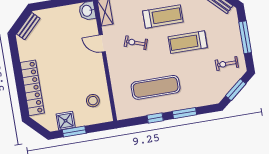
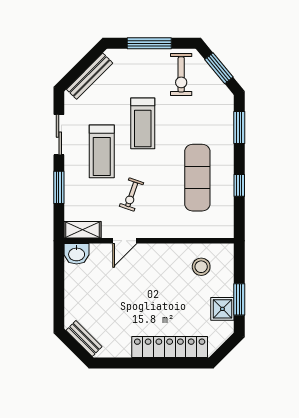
treadmill: (163, 16) -> (102, 151), turned 180
exercise bike: (227, 64) -> (181, 74), width x1.38, depth x1.39
window: (185, 113) -> (239, 127), moved

